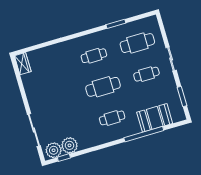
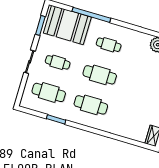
cafe table: (94, 56) -> (91, 105), width x1.37, depth x1.35
booth: (155, 118) -> (67, 25), width x1.36, depth x1.42

